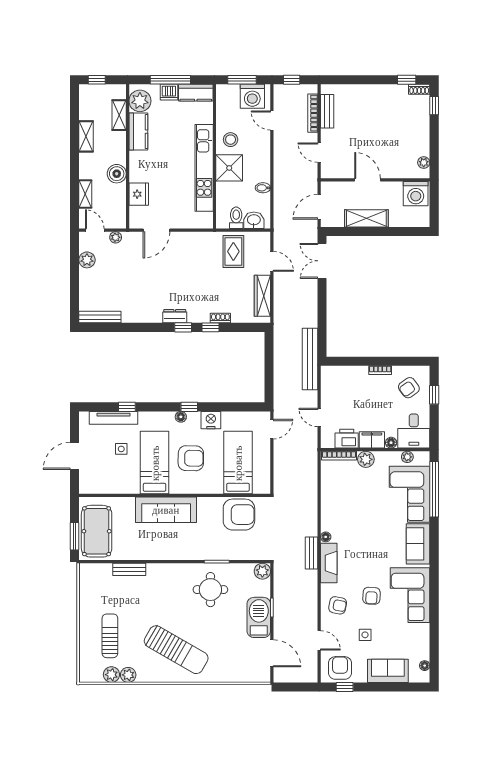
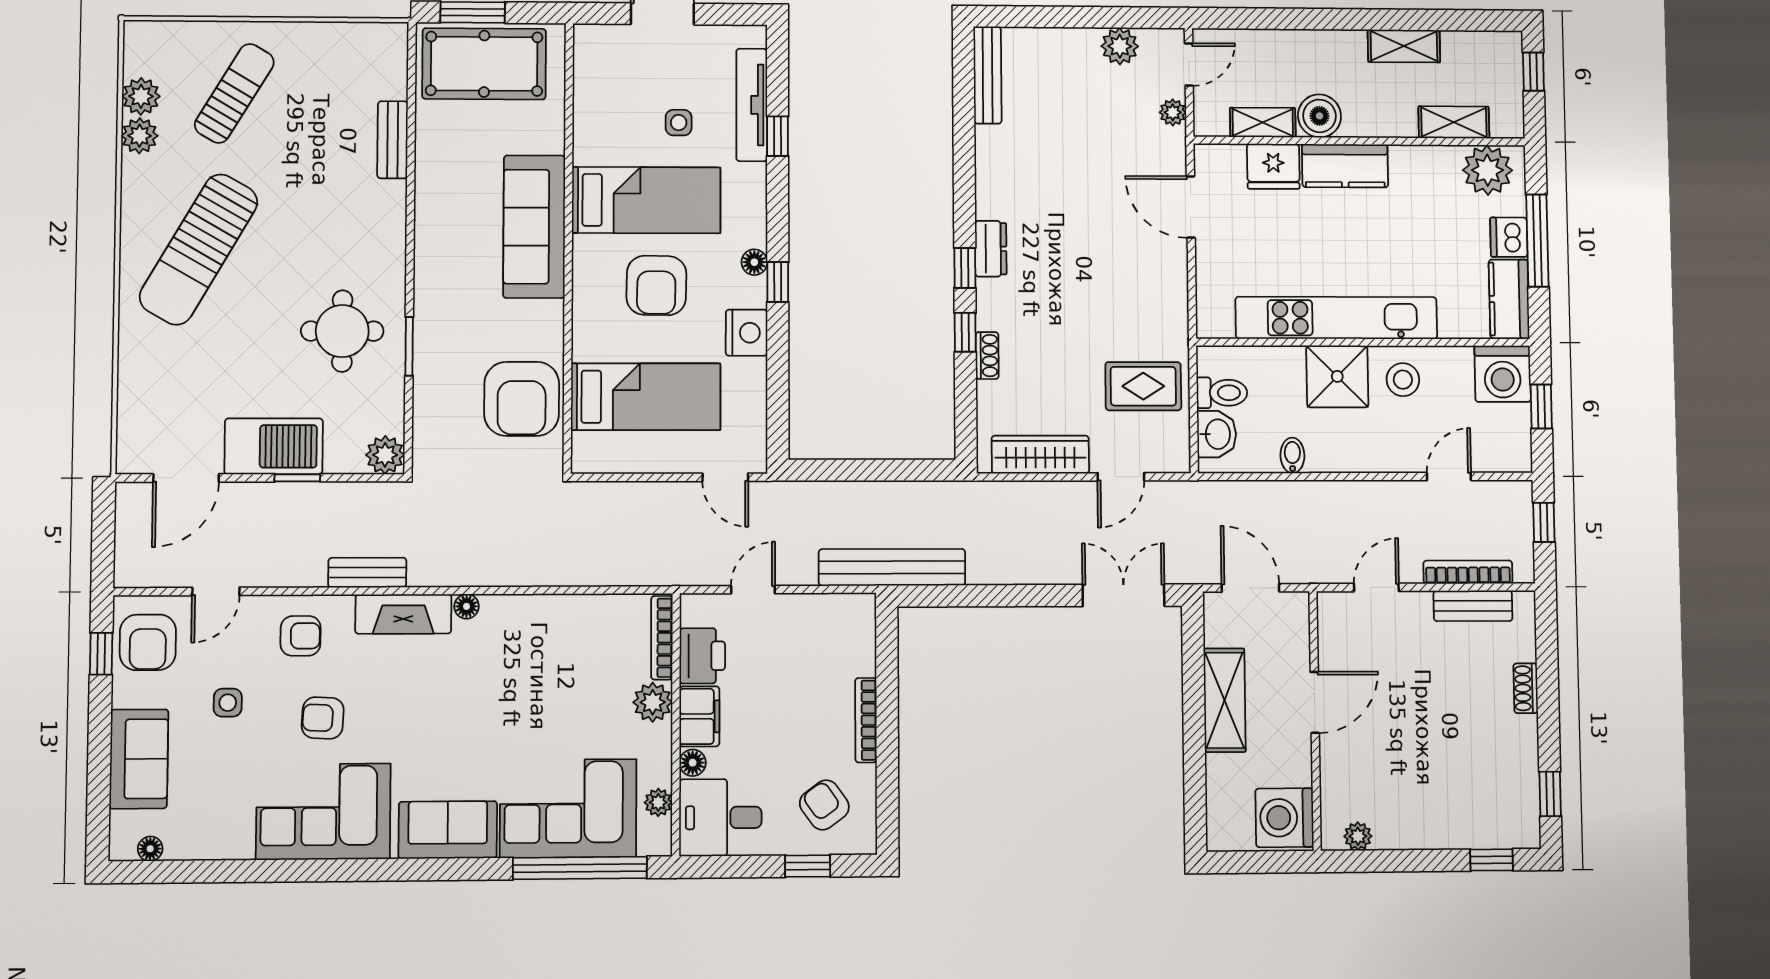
window: (242, 80) -> (1541, 407), width x0.67
shoe rack: (419, 89) -> (1526, 688), moved
washing machine: (252, 96) -> (1503, 374), moved, turned -90
kitchen counter: (138, 132) -> (1345, 166), moved
shelving: (85, 194) -> (1263, 122), moved
bookcase: (380, 370) -> (866, 720), width x1.56
bench: (311, 553) -> (367, 573), moved
armchair: (338, 605) -> (301, 636), turned -101
sun lounger: (110, 636) -> (234, 93), turned -59
armchair: (340, 668) -> (148, 642), turned 90

